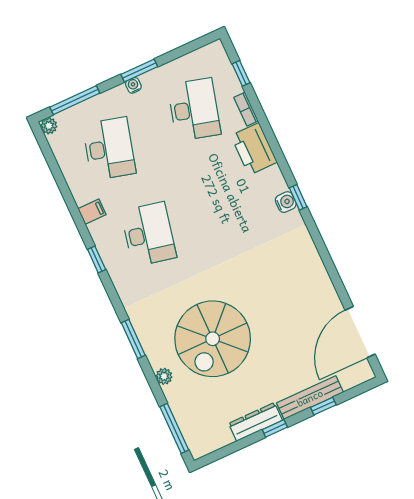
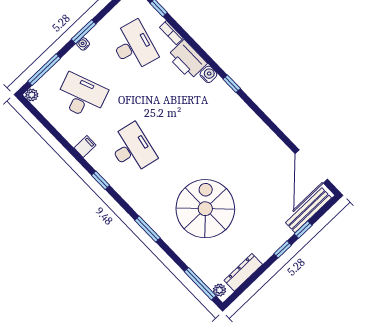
desk: (109, 149) -> (82, 96), turned -36
water cooler: (286, 202) -> (208, 74), moved
spiral stairs: (213, 339) -> (205, 209), turned 180
plant: (164, 376) -> (219, 290), moved
bench: (310, 398) -> (308, 210), moved
dresser: (256, 422) -> (243, 272), moved
window: (275, 428) -> (283, 249), moved

